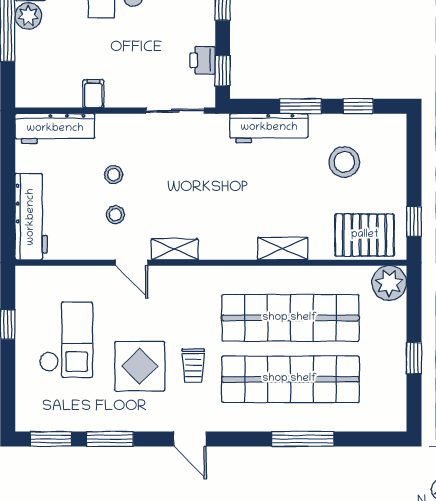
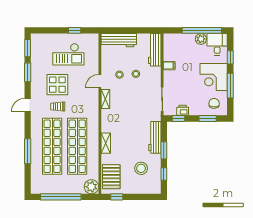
window: (414, 358) -> (61, 197), width x3.17

